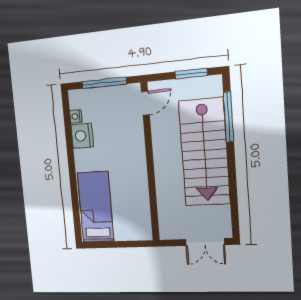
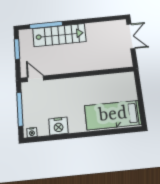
nightstand: (76, 116) -> (32, 132), moved
stairs: (204, 152) -> (59, 35), width x0.73, depth x0.66

